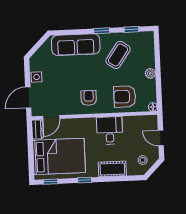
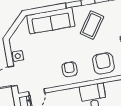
armchair: (125, 97) -> (103, 63), turned 90

